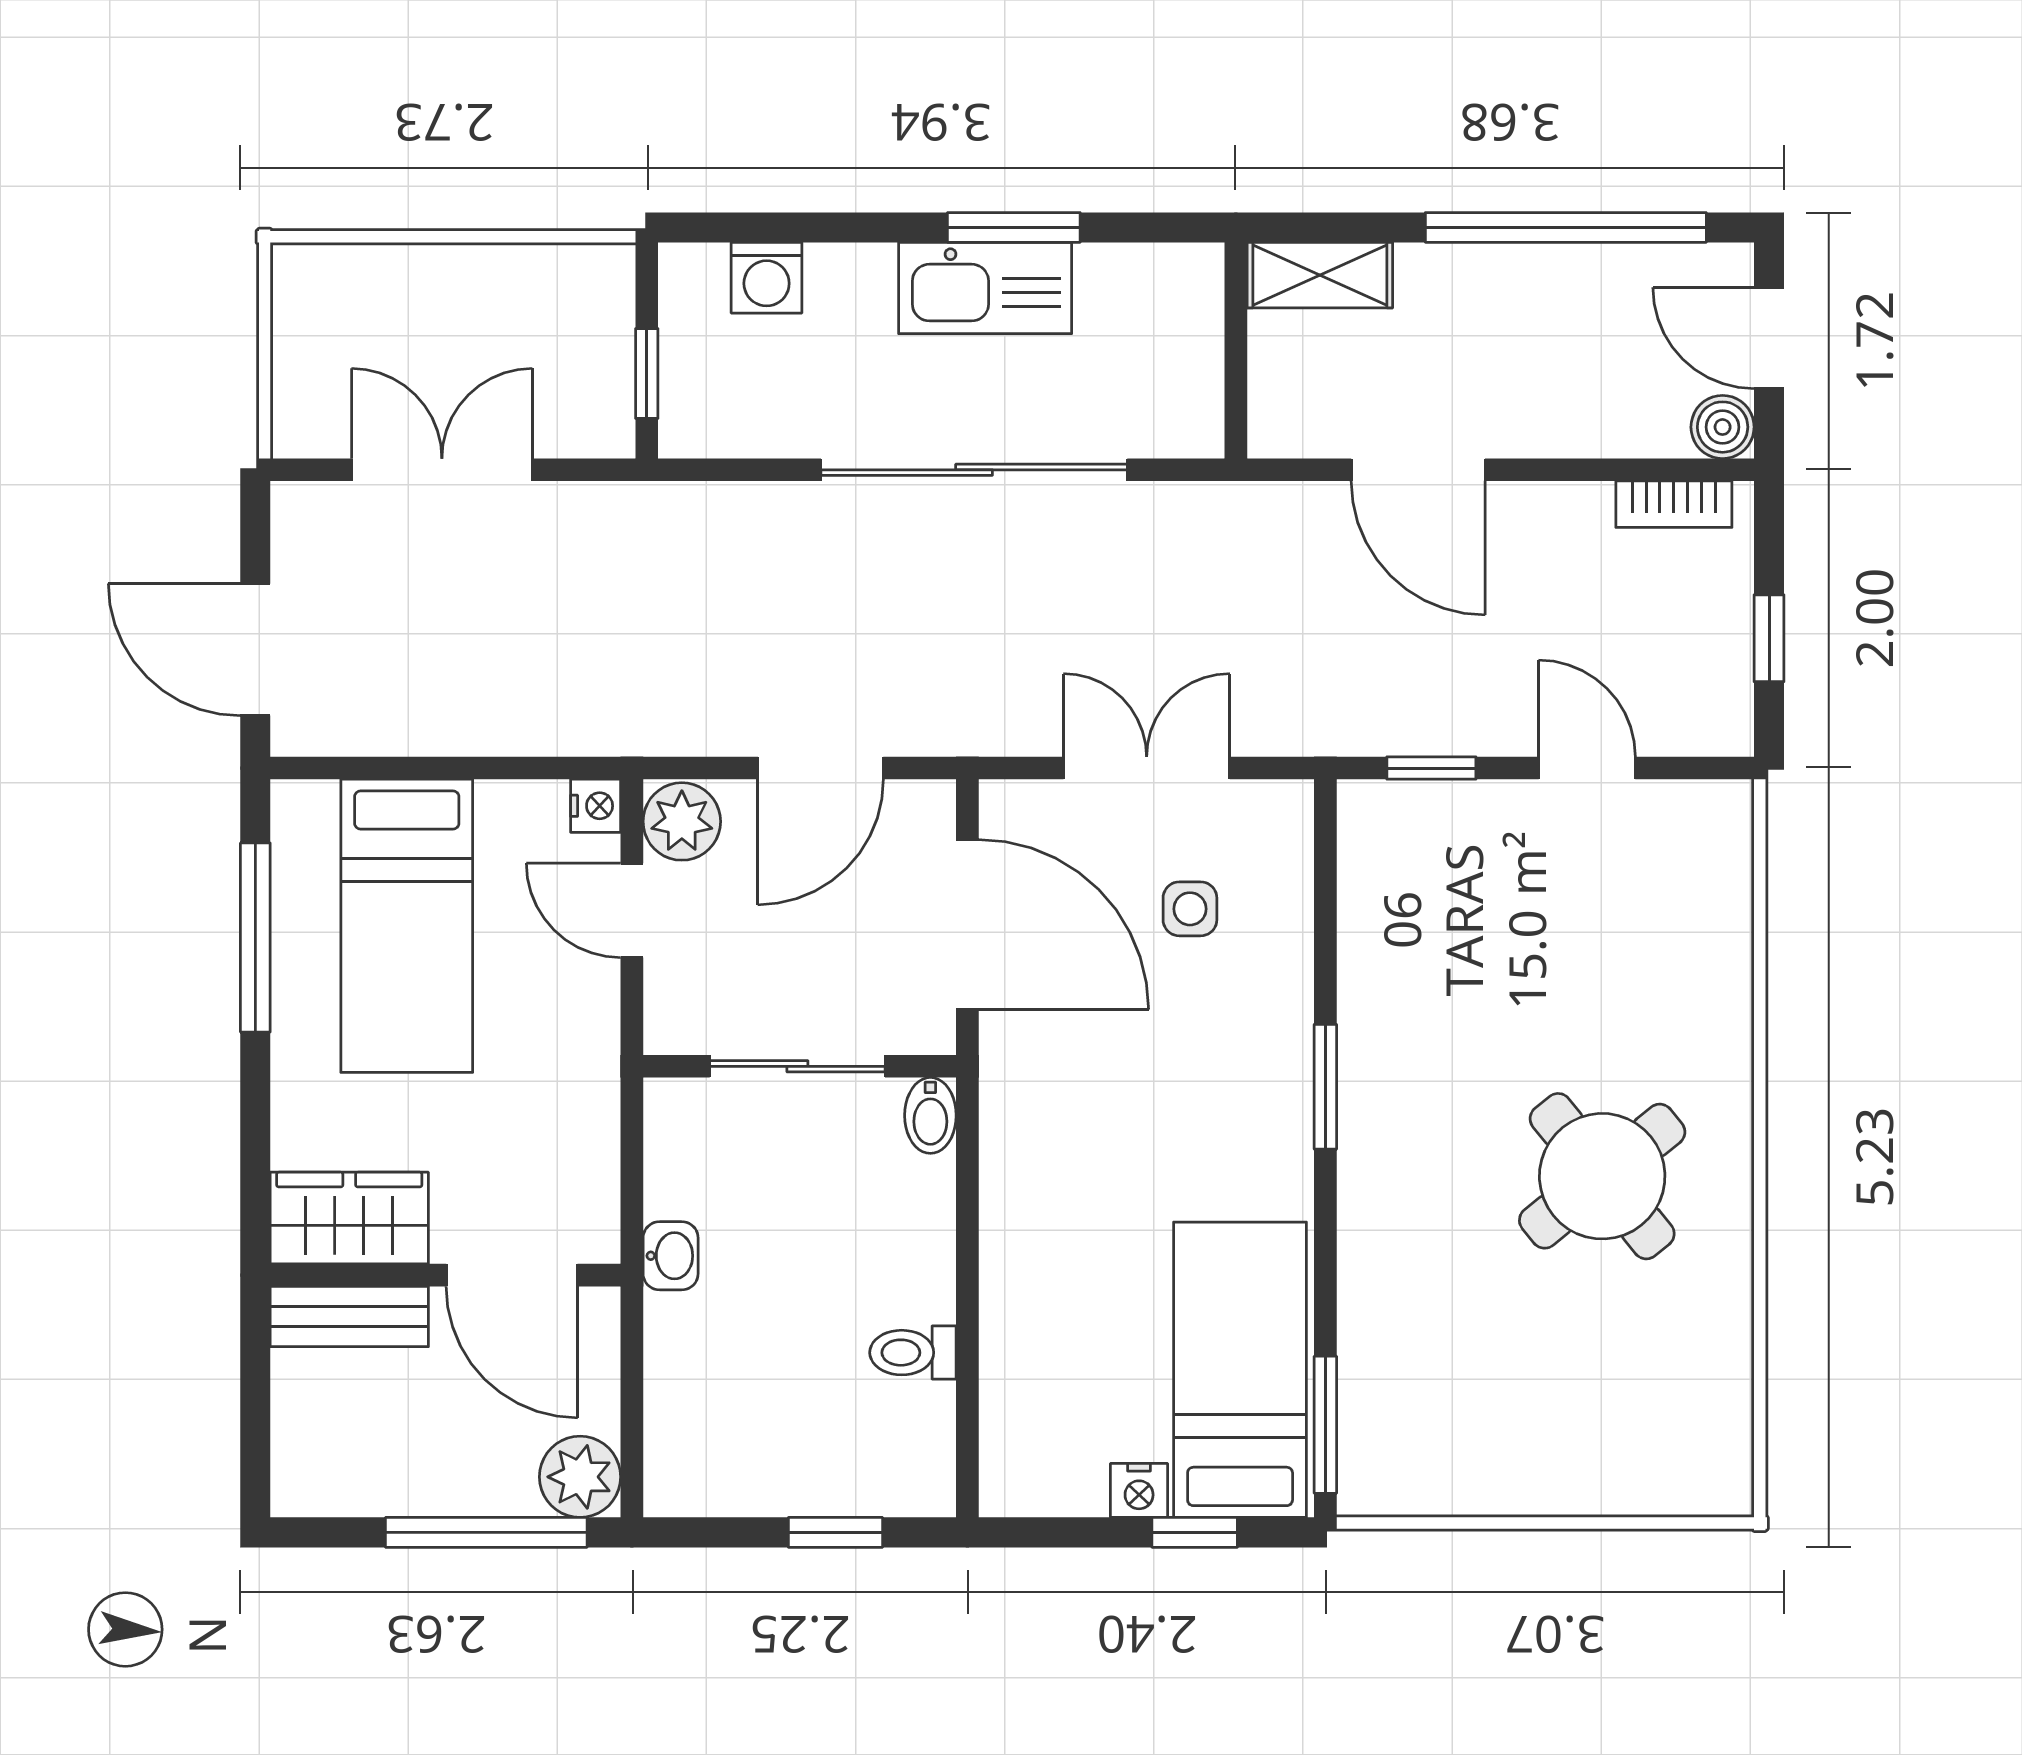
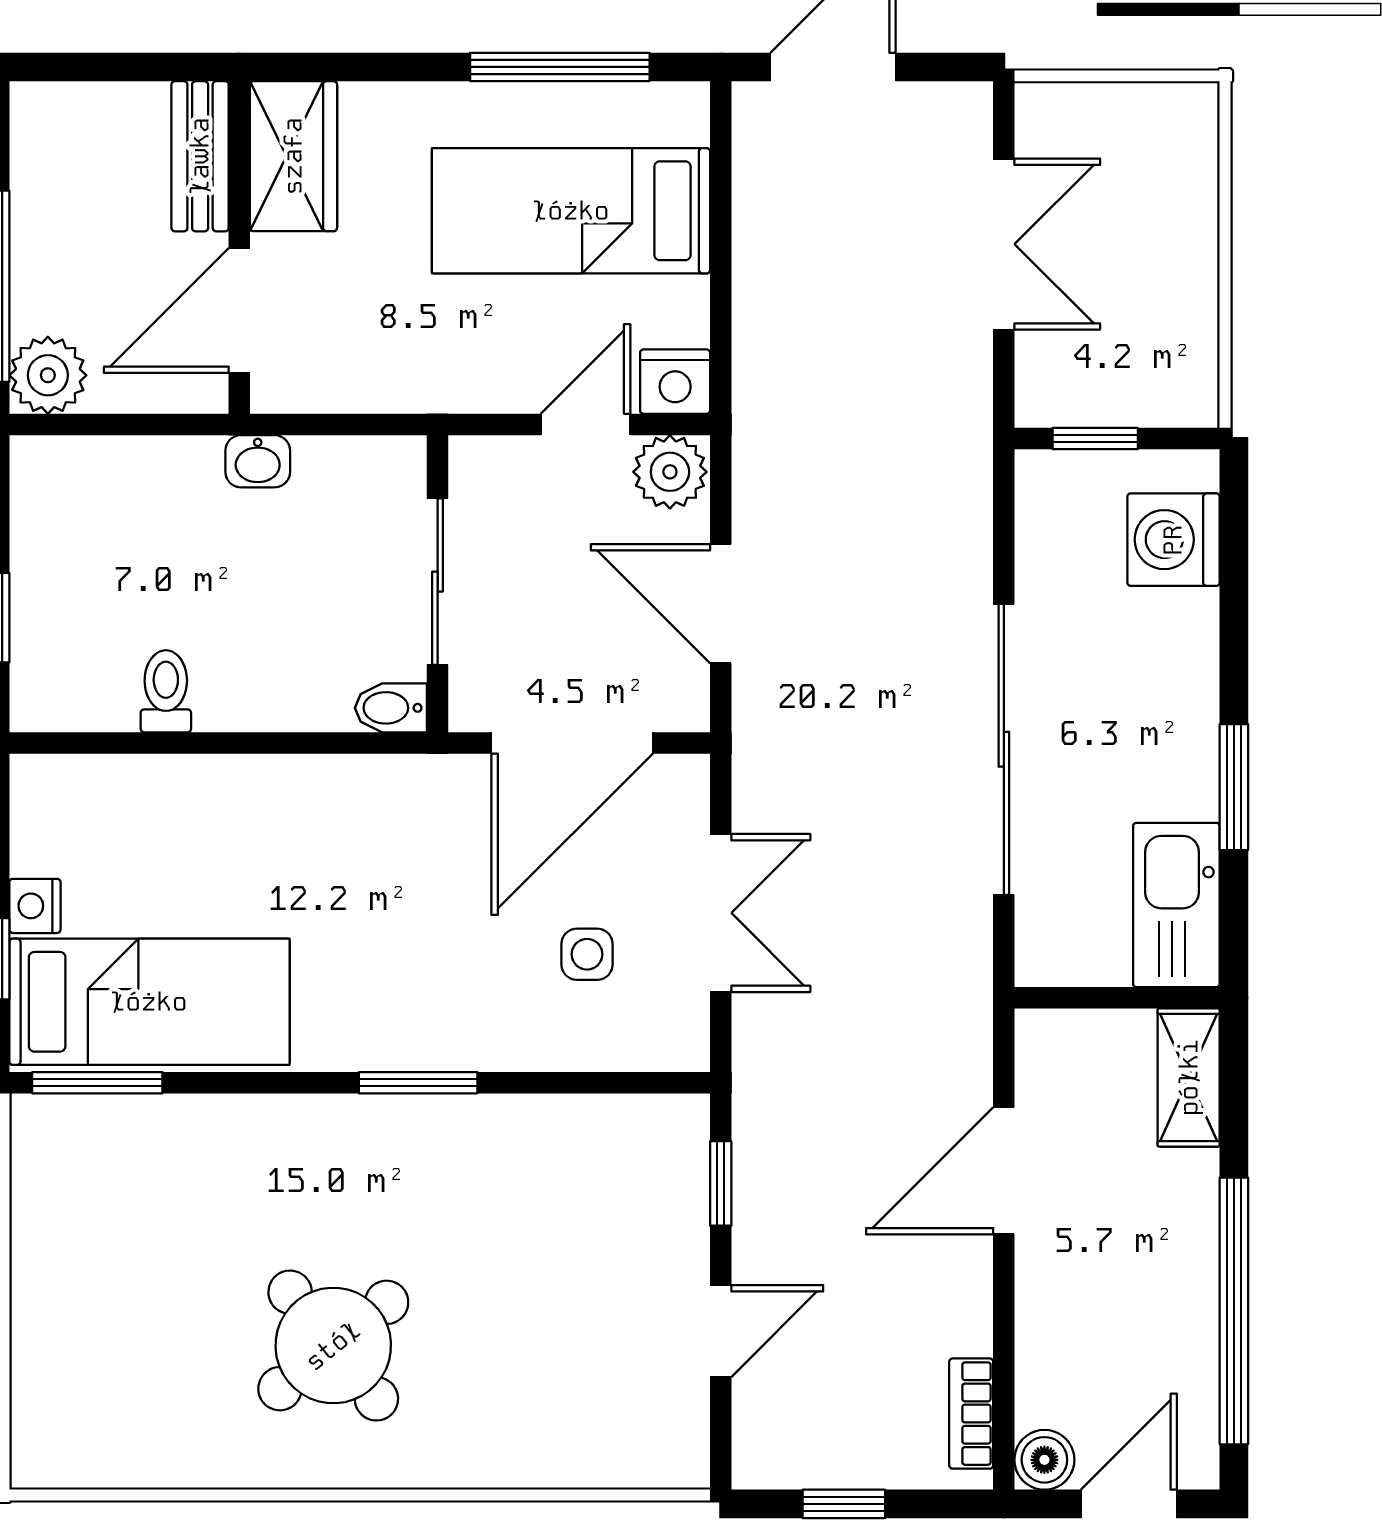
washing machine: (767, 278) -> (1173, 540), width x1.38, depth x1.38
kitchen sink: (985, 288) -> (1176, 905), moved
nightstand: (596, 806) -> (675, 382), width x1.39, depth x1.35

